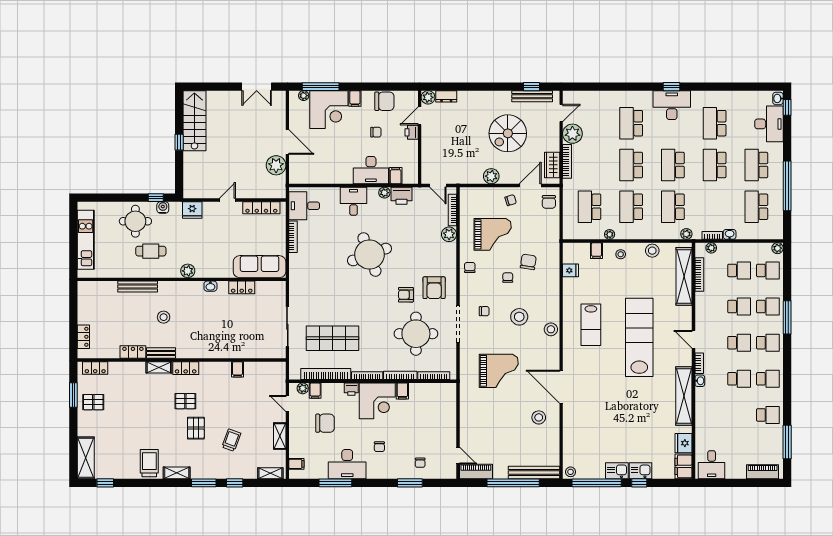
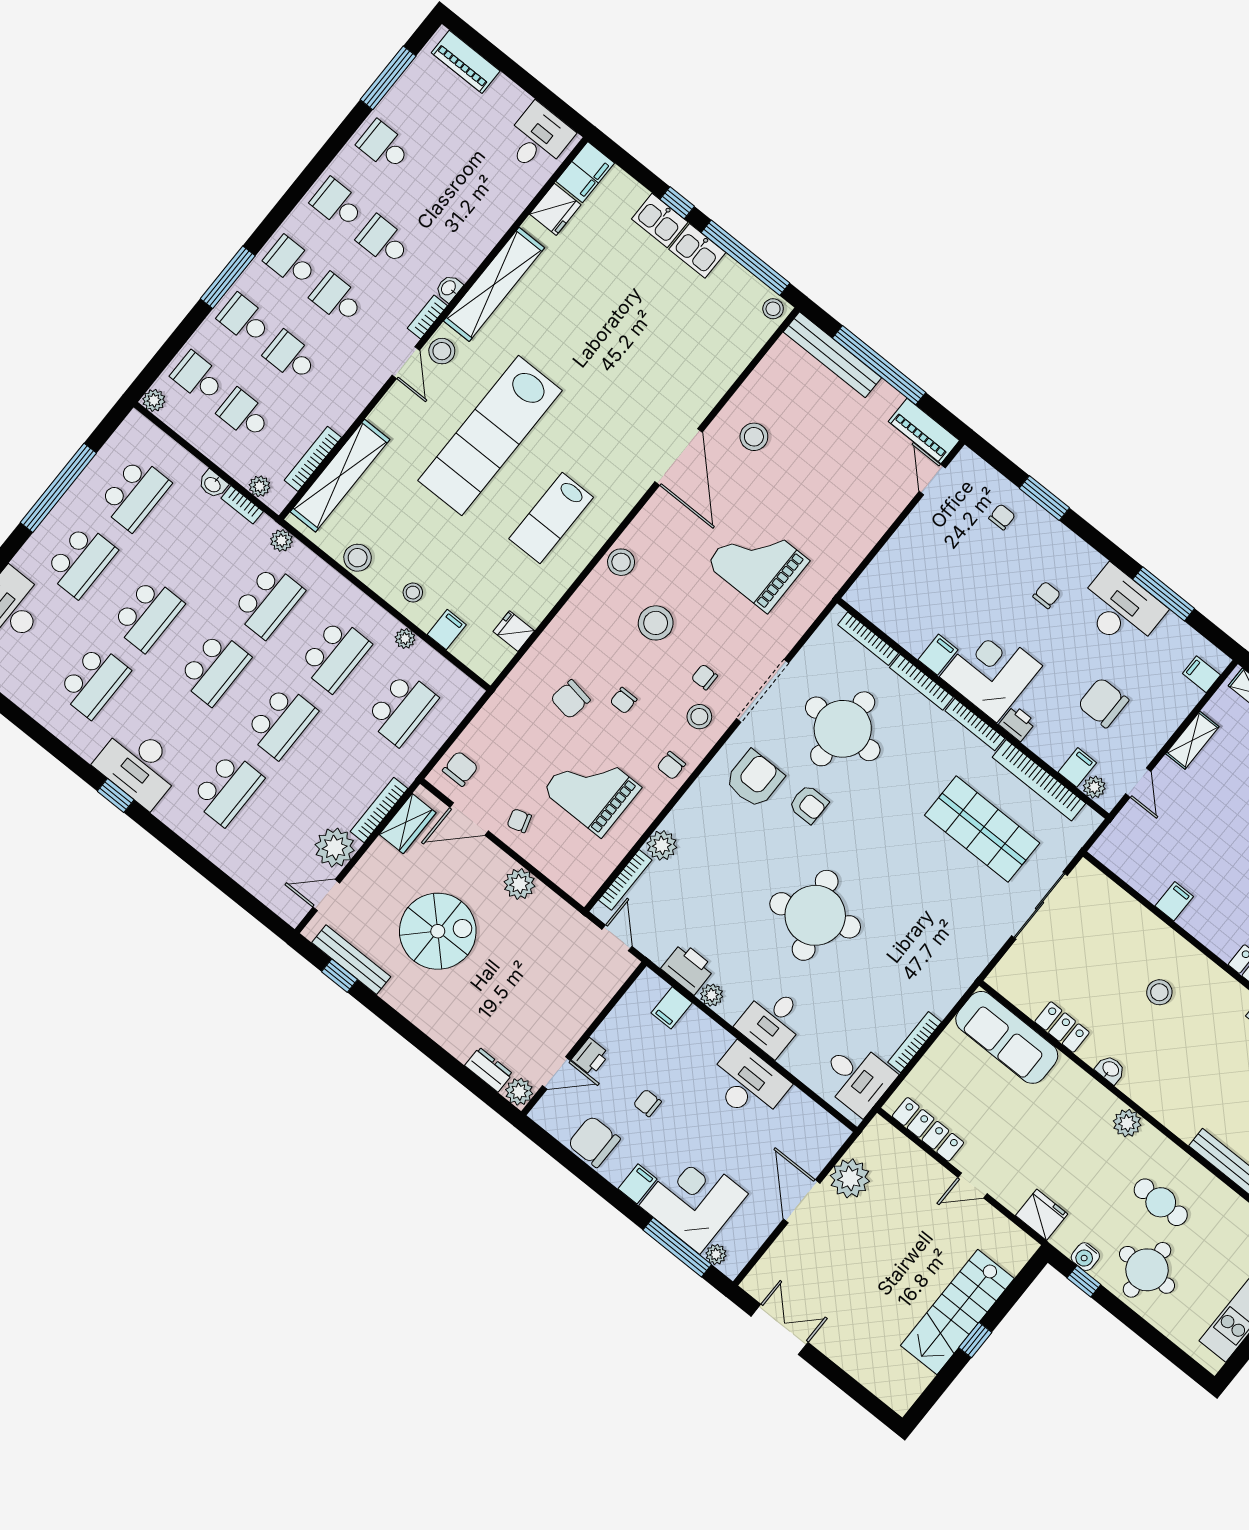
stairs: (194, 121) -> (957, 1312), moved
desk: (371, 170) -> (748, 1083), moved
stool: (474, 295) -> (699, 717), added
stool: (164, 317) -> (1159, 992), moved
lab bench: (591, 325) -> (551, 518), turned 180
stool: (683, 355) -> (442, 351), added

